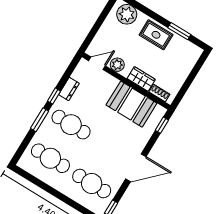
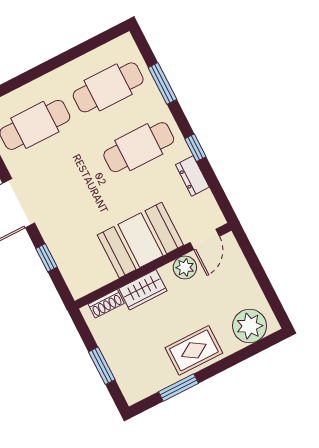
window: (192, 76) -> (102, 366), added
booth: (131, 104) -> (140, 240), moved
window: (39, 120) -> (162, 83), moved
window: (162, 125) -> (47, 258), moved

